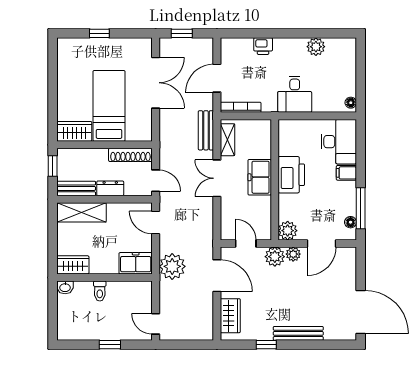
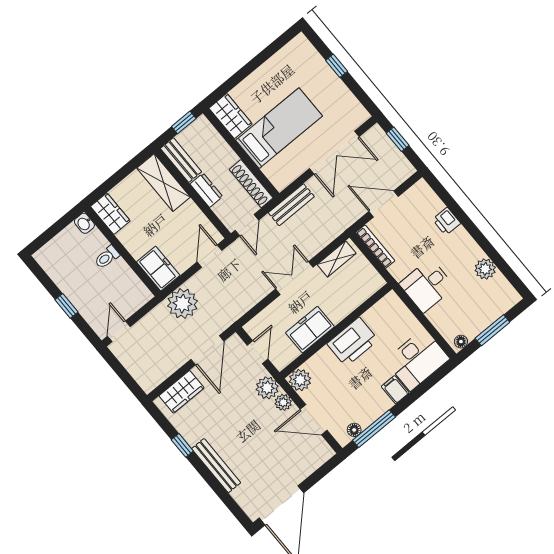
window: (361, 76) -> (492, 330), added
bench: (206, 130) -> (291, 205), moved
freezer: (260, 177) -> (310, 330), moved

